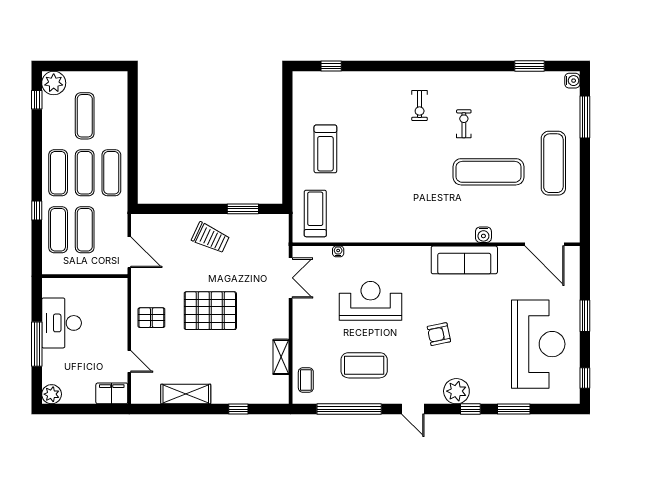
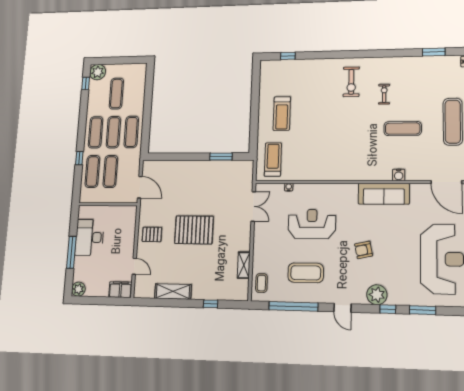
exercise bike: (420, 106) -> (351, 82), width x1.38, depth x1.39
exercise mat: (489, 172) -> (403, 129), width x0.73, depth x0.69
trolley: (211, 238) -> (197, 177), removed

